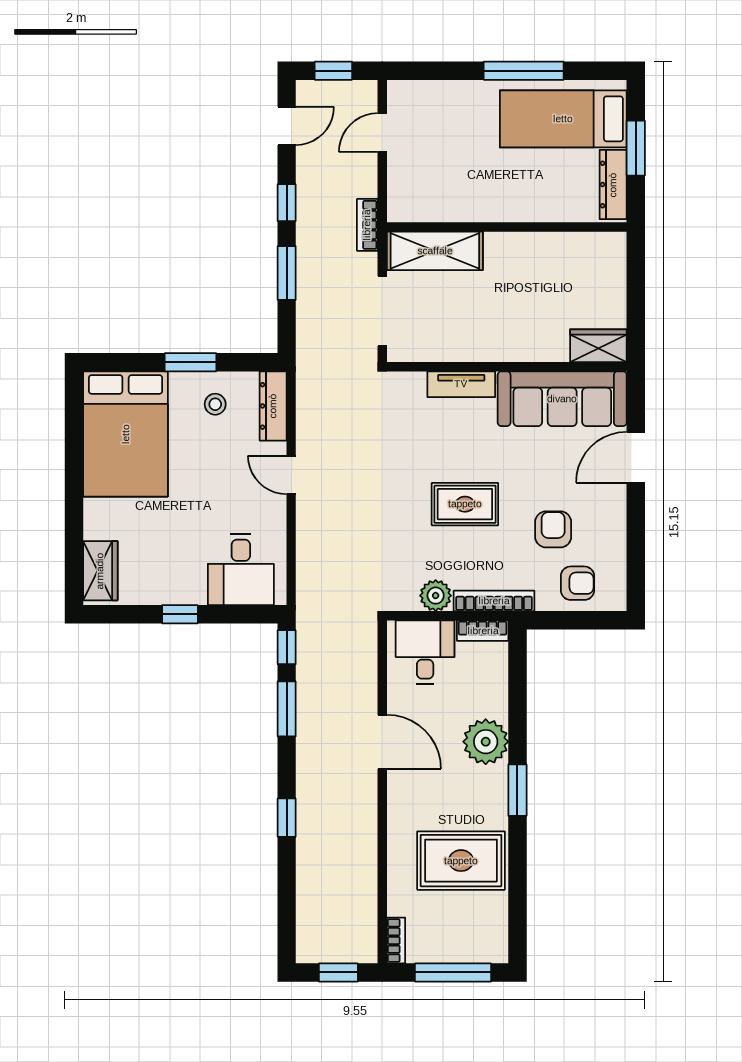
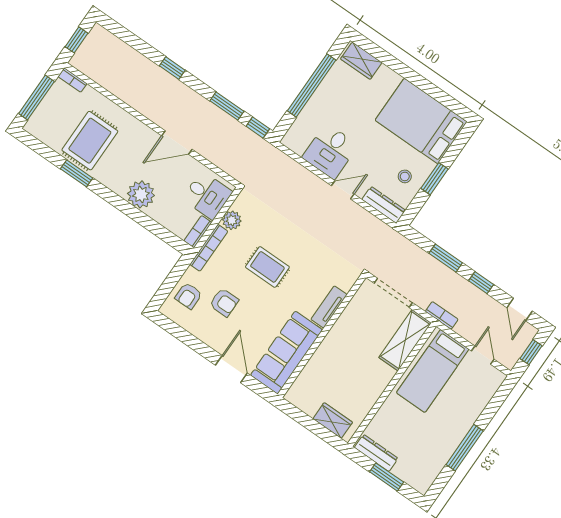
bed: (563, 119) -> (433, 371), moved, turned 180
wardrobe: (598, 346) -> (333, 421), moved, turned -90
rug: (465, 504) -> (267, 267), turned 90
desk: (241, 570) -> (330, 151), moved, turned -90
window: (180, 614) -> (312, 85), width x3.17
window: (517, 790) -> (77, 173), moved

